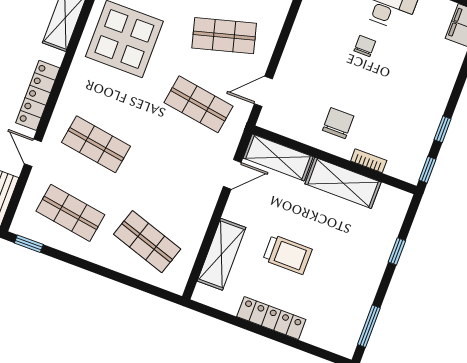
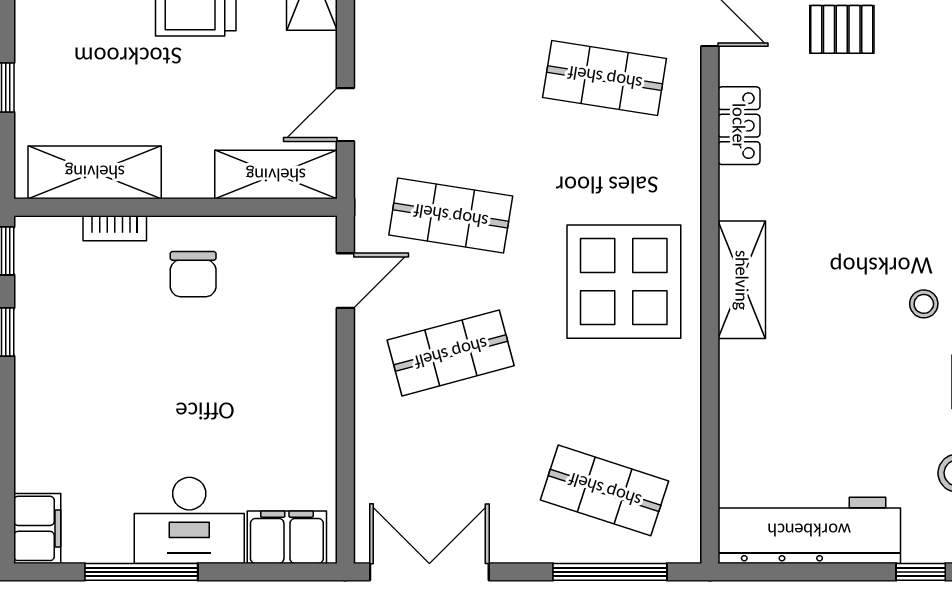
chair: (365, 46) -> (197, 427), removed
locker: (38, 95) -> (739, 126), width x0.66
shelving: (343, 183) -> (95, 172), moved

